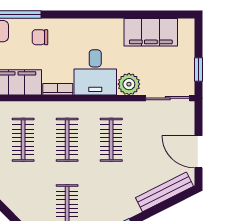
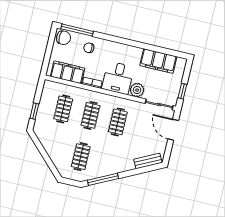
door: (198, 152) -> (173, 130), moved
bench: (164, 192) -> (148, 161), width x0.73

